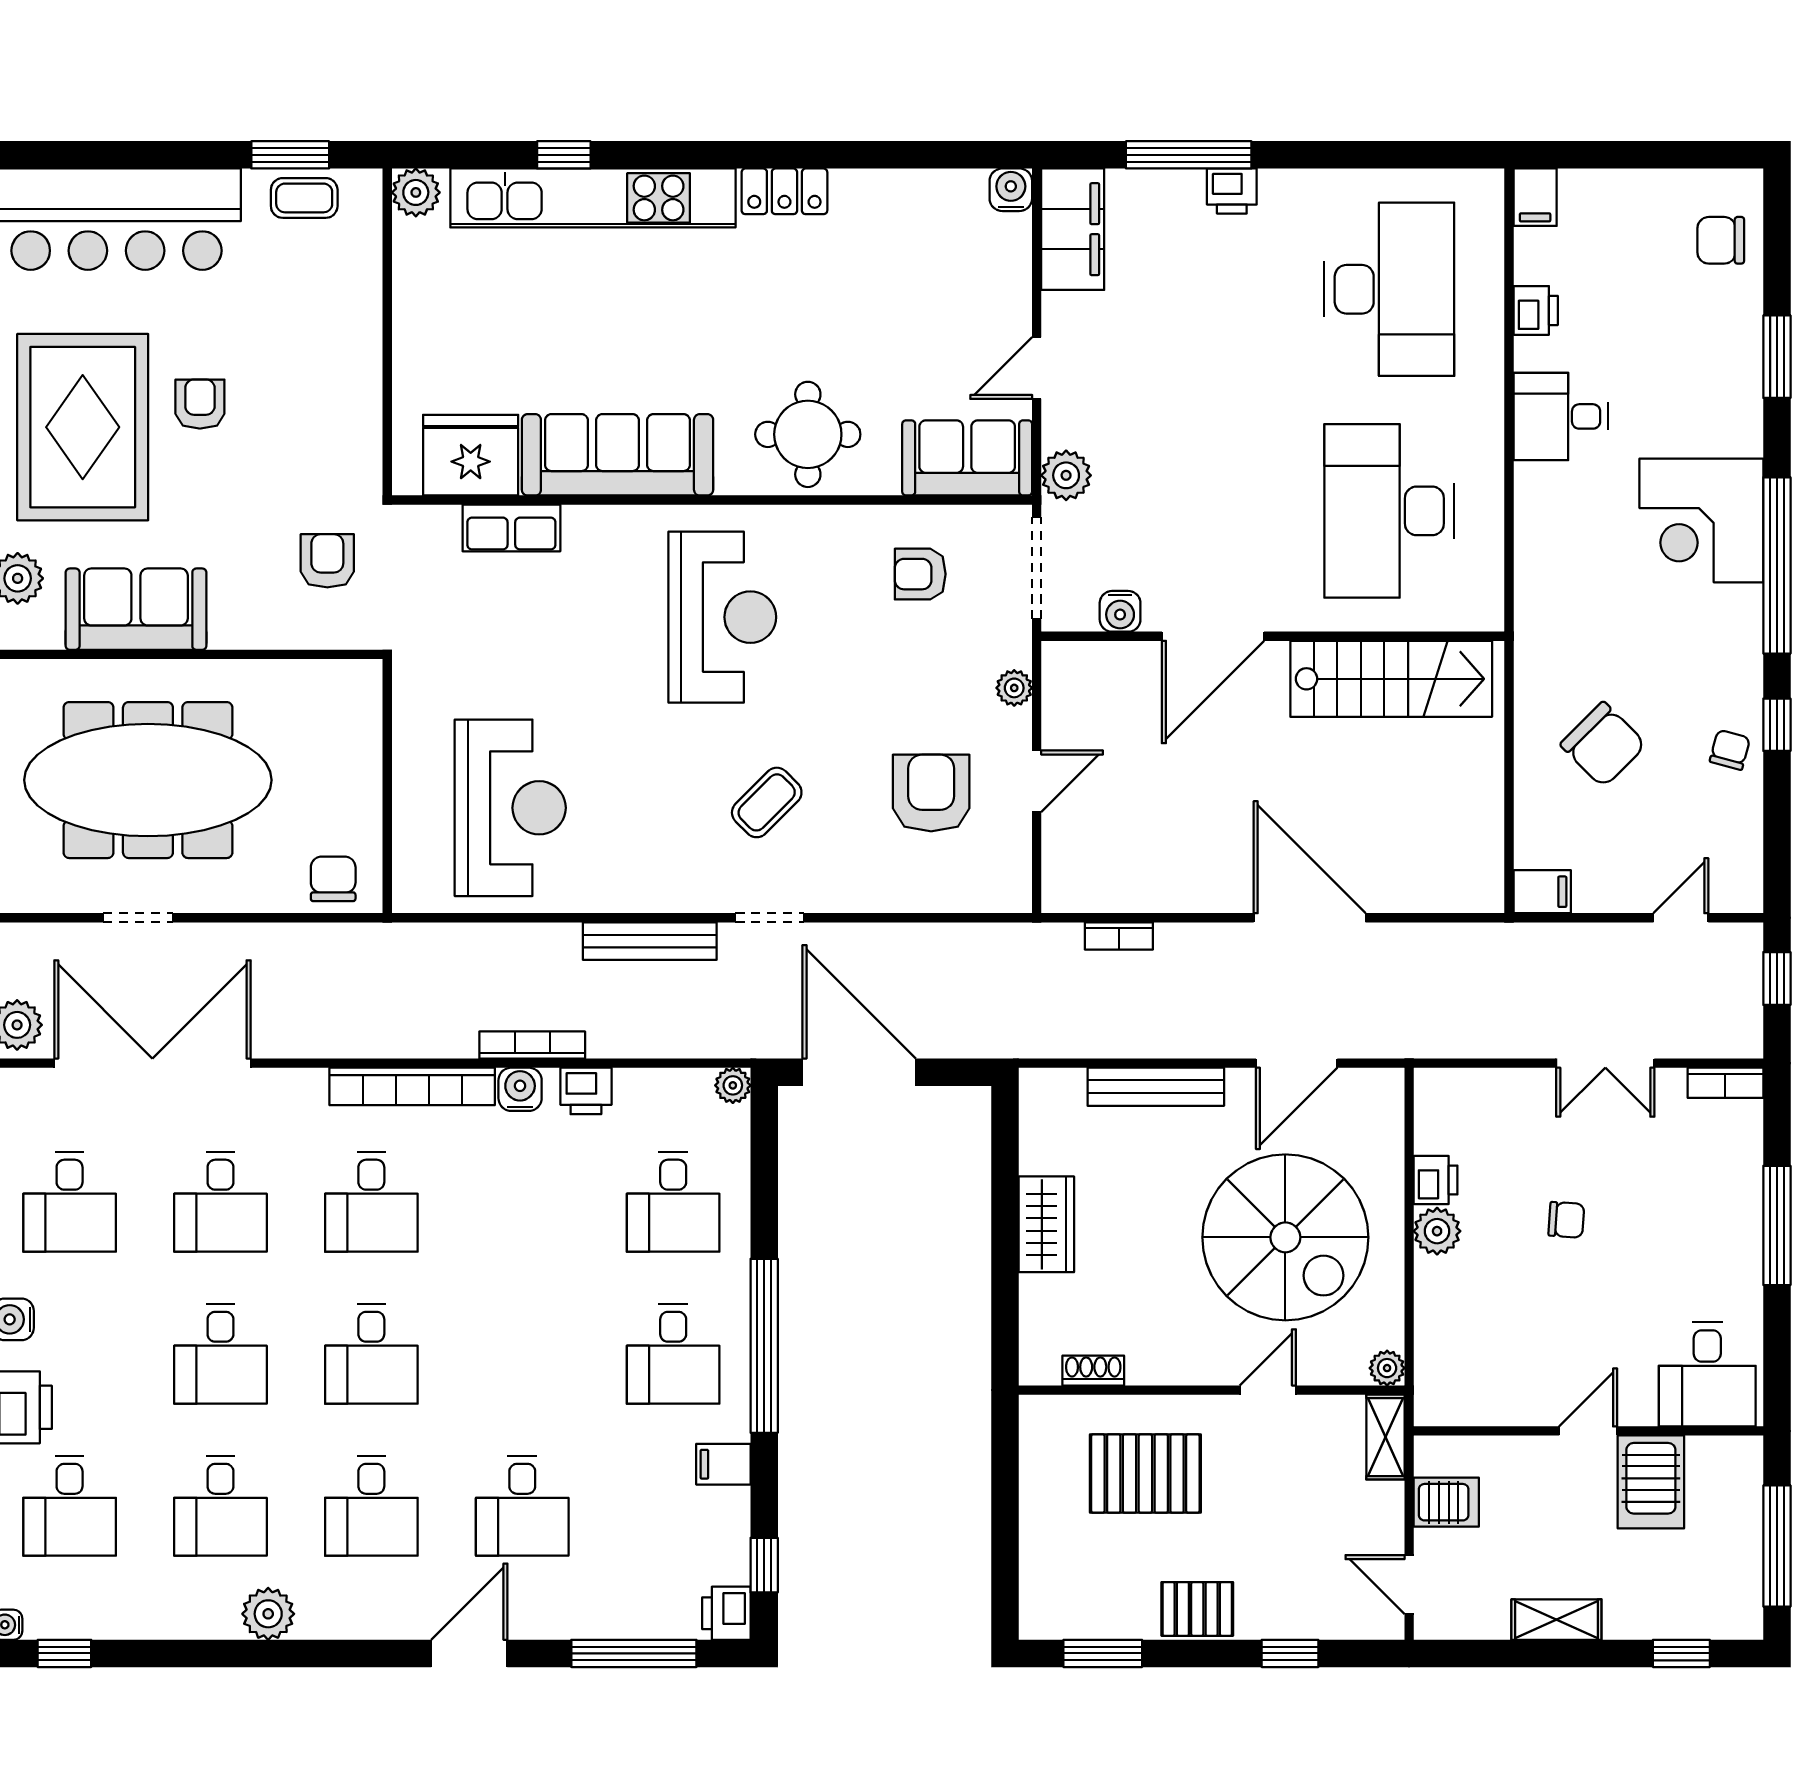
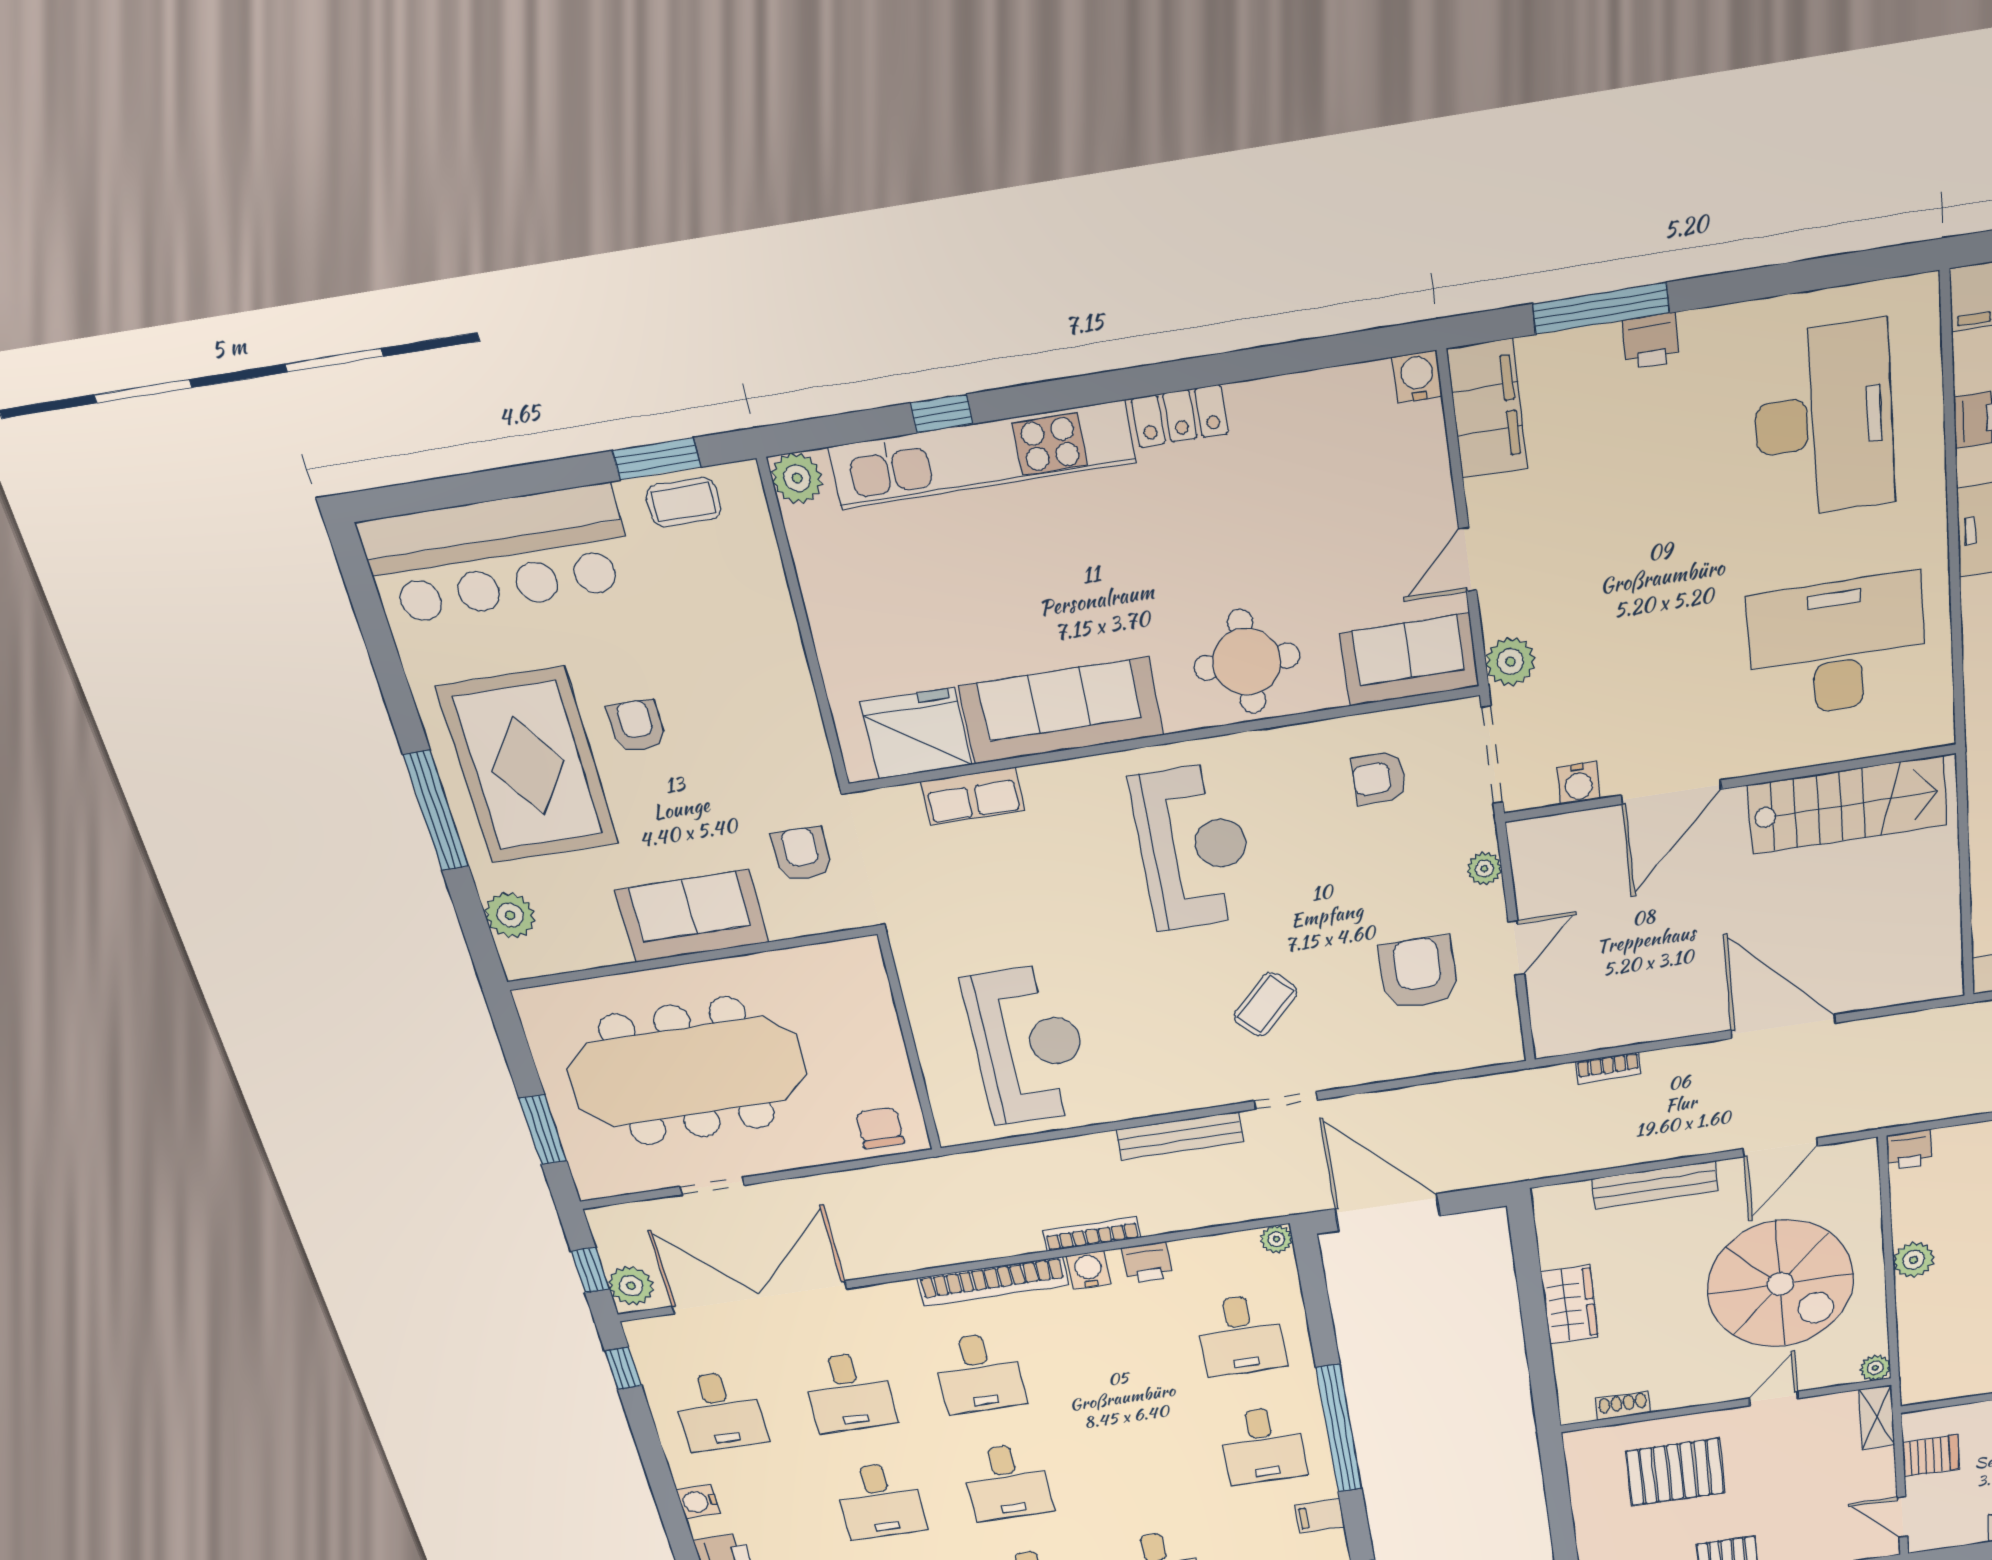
desk: (1389, 511) -> (1836, 646), turned 90
sofa: (136, 609) -> (692, 916), moved
printer: (1435, 1180) -> (1909, 1150), moved, turned 90

